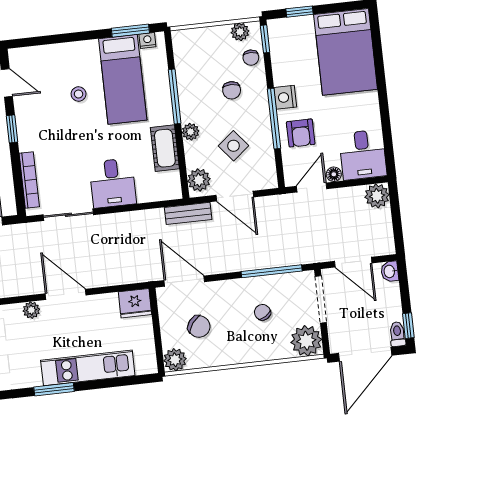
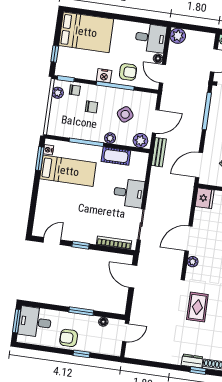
stool: (79, 94) -> (70, 200), removed

